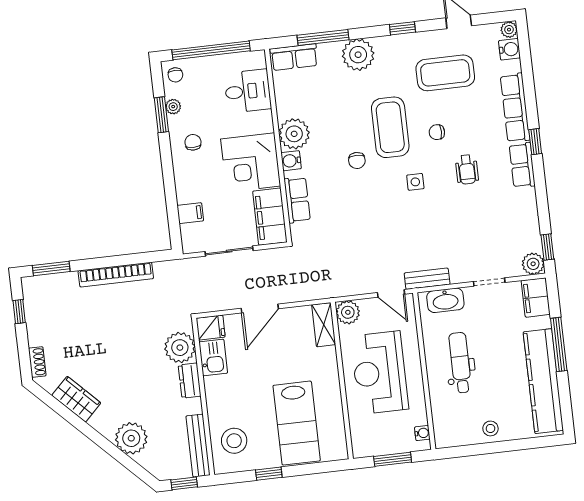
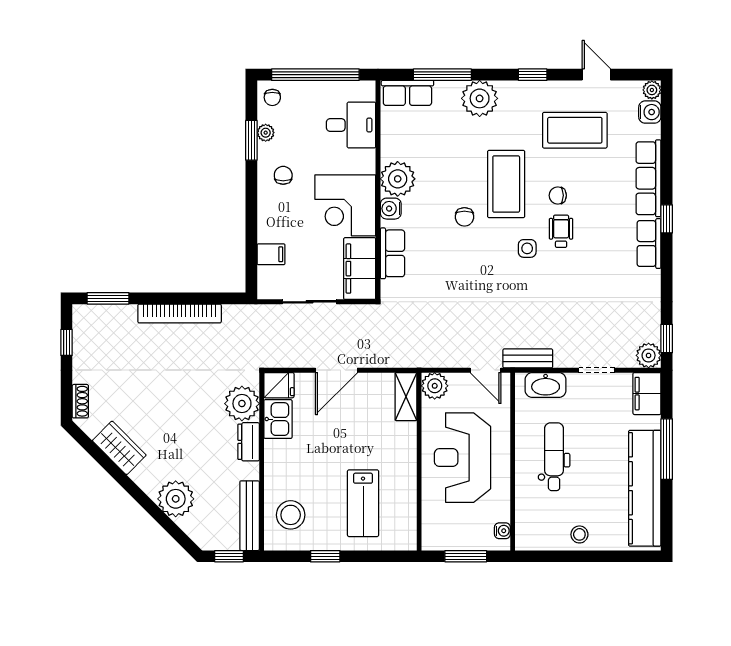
wheelchair: (467, 169) -> (561, 231), moved, turned 180
lab bench: (297, 423) -> (363, 503), width x0.73, depth x0.72

